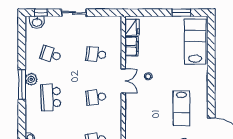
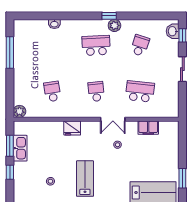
fridge: (132, 27) -> (72, 128), moved
school desk: (96, 54) -> (140, 91), width x1.85
window: (22, 84) -> (109, 16), width x0.46
lab bench: (181, 108) -> (85, 179), turned 90

